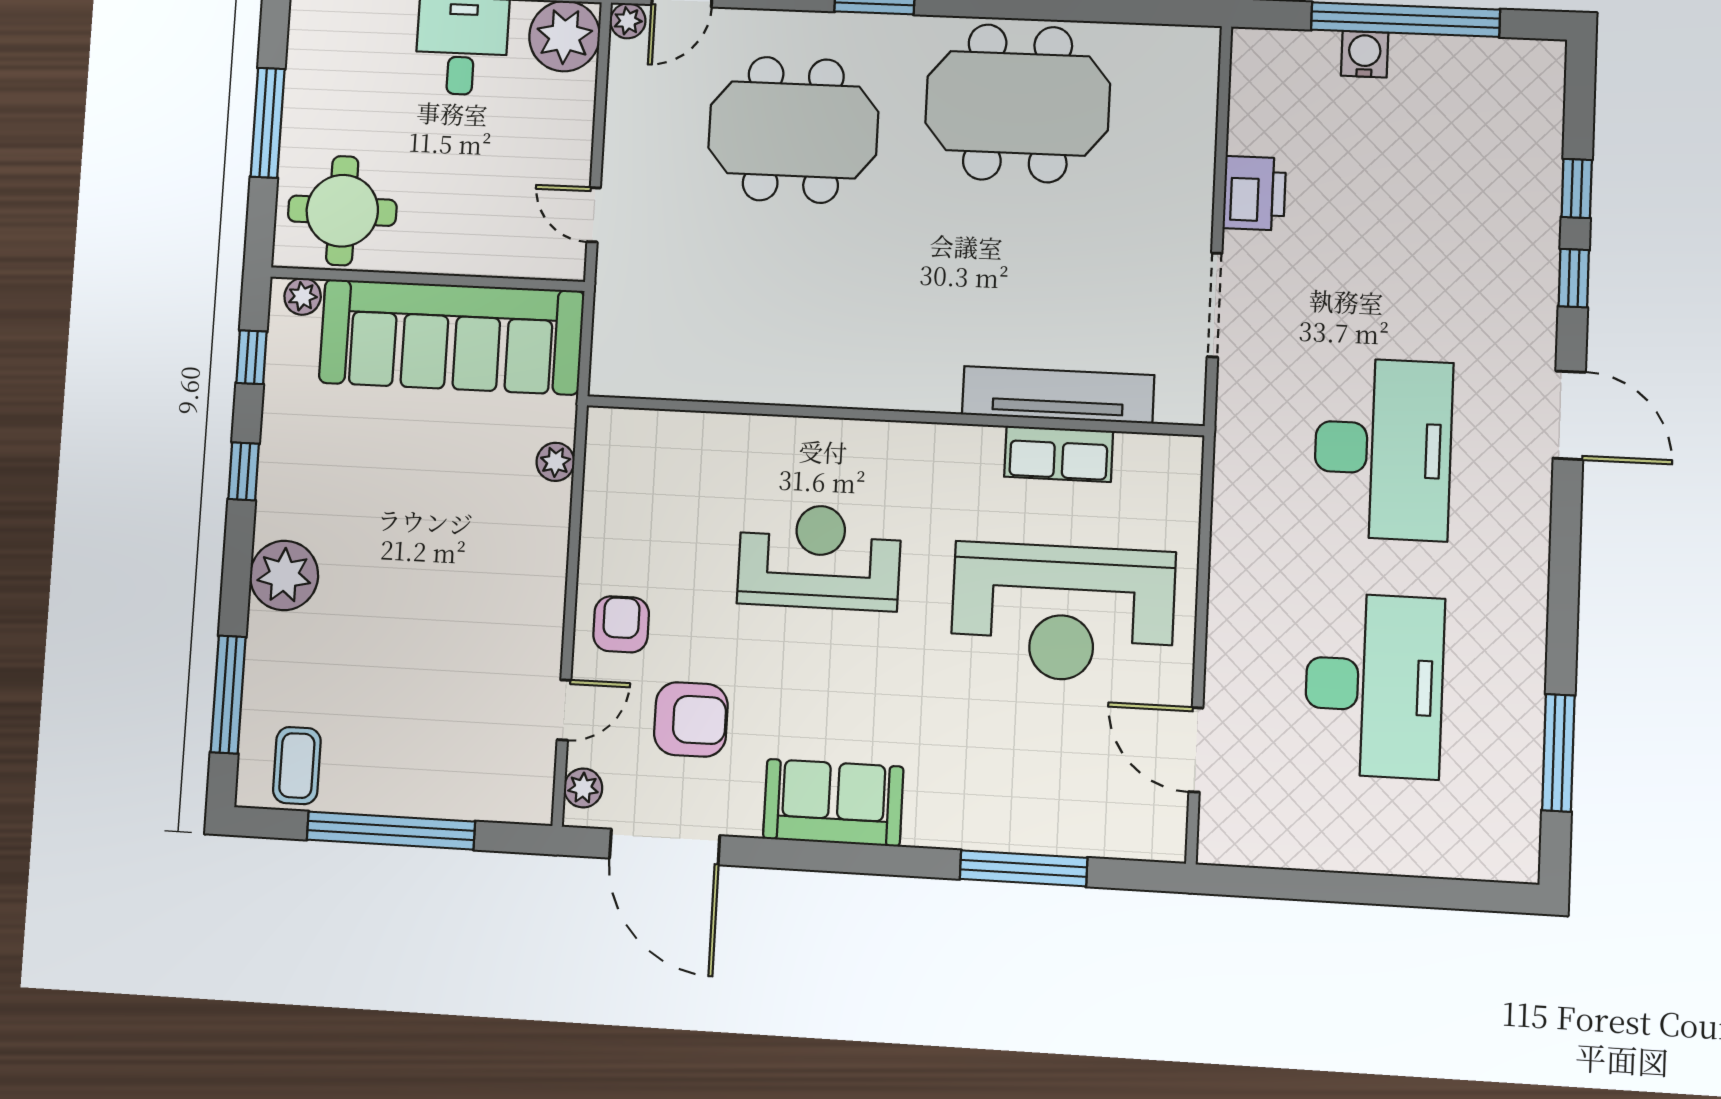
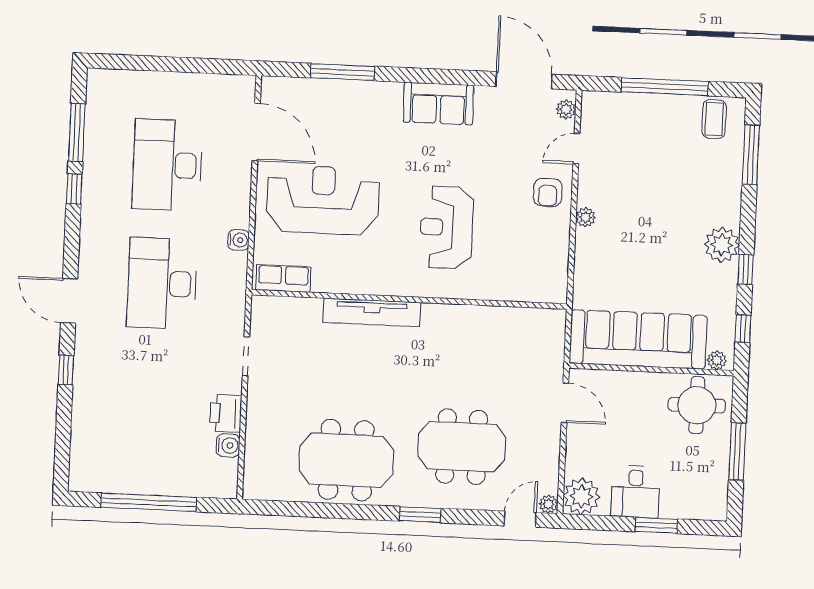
water cooler: (1365, 54) -> (228, 445), moved, turned -90
window: (1577, 188) -> (74, 189), moved
door: (594, 215) -> (565, 403), width x1.38
doorway: (1215, 305) -> (246, 356), width x0.73
tv unit: (1058, 395) -> (372, 312), moved
row of seats: (1059, 454) -> (283, 278), moved
plant: (555, 462) -> (586, 217), moved
water cooler: (1230, 534) -> (239, 240), added
reception desk: (819, 557) -> (446, 227), turned 90
plant: (284, 575) -> (722, 245), moved
armchair: (691, 719) -> (511, 145), removed
door: (1196, 750) -> (256, 132), width x1.36

